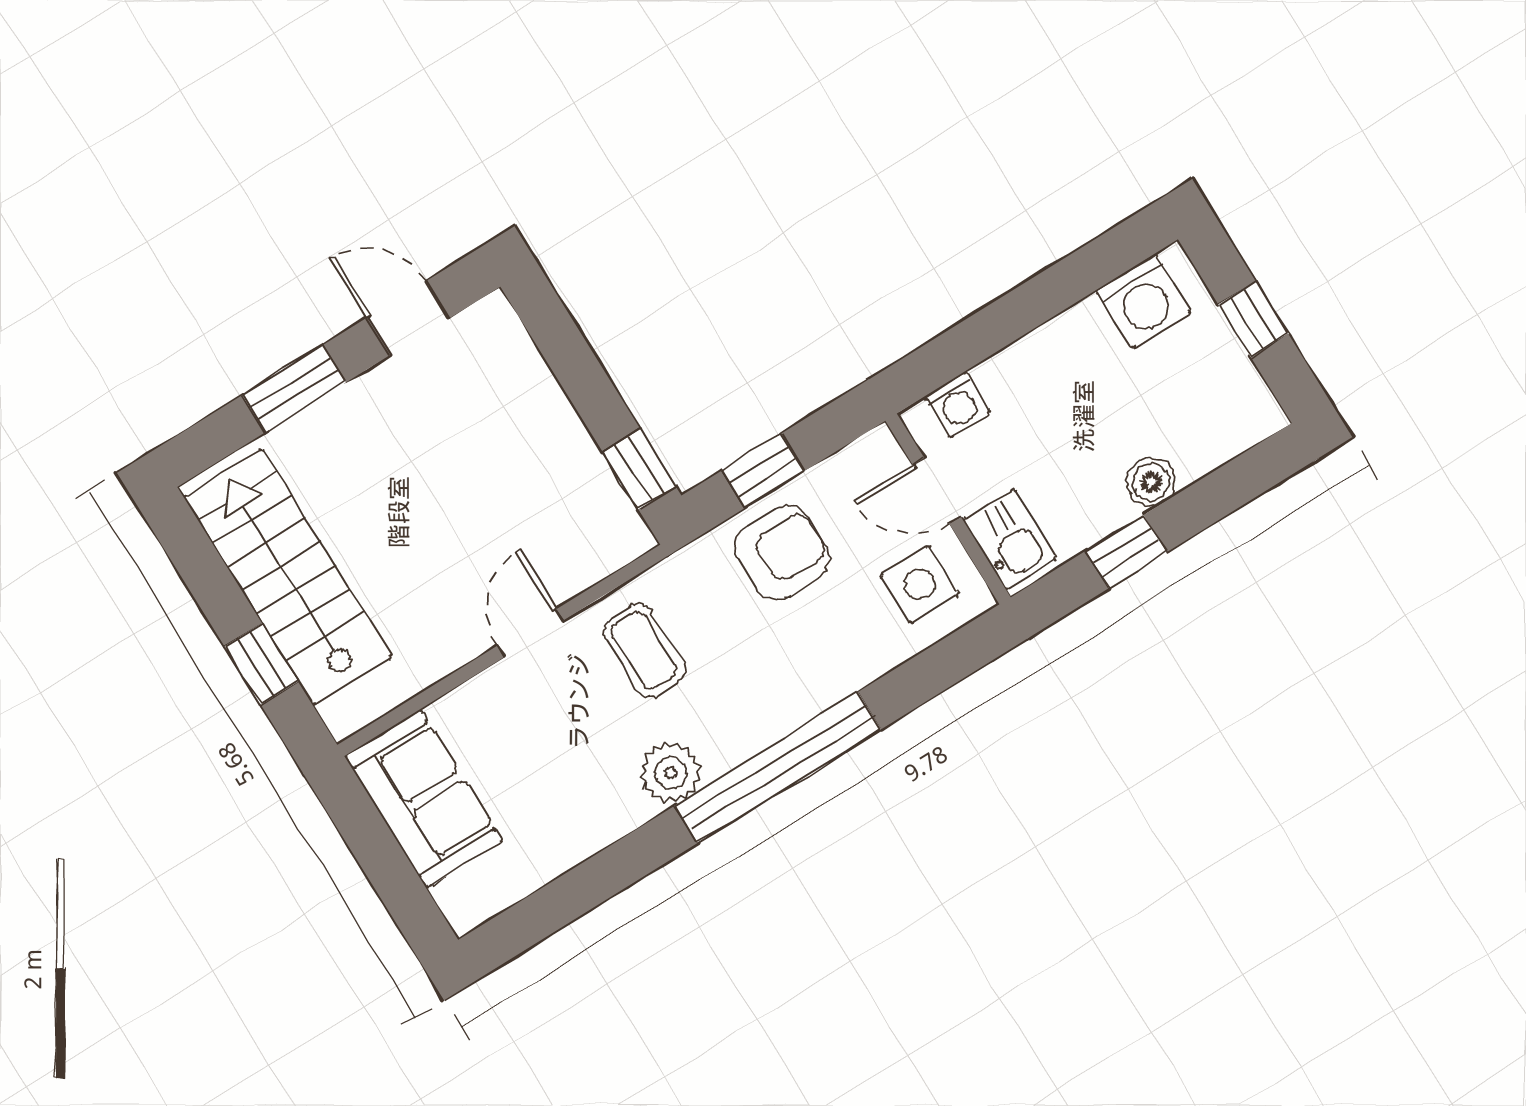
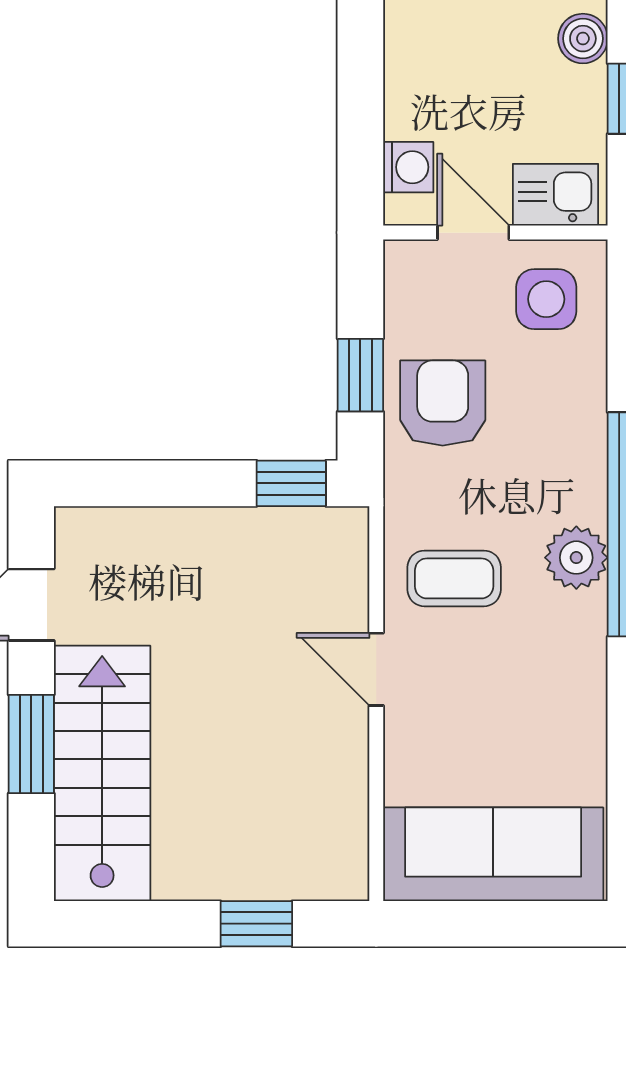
door: (937, 491) -> (473, 233), swing flipped
stairs: (288, 577) -> (102, 773), moved, turned 90
plant: (671, 773) -> (576, 558), moved
sofa: (424, 799) -> (493, 854), width x1.36

